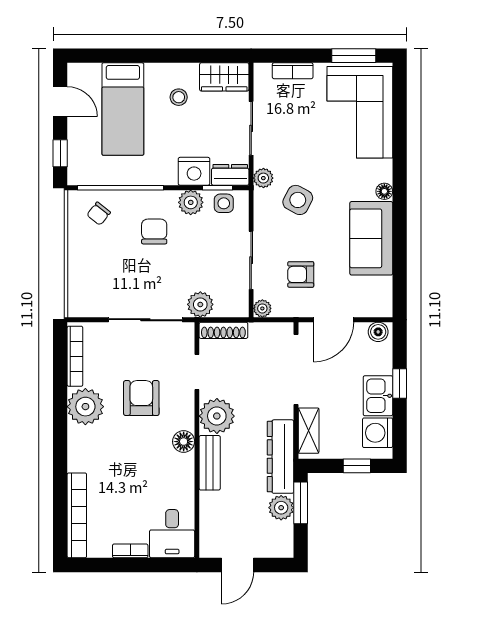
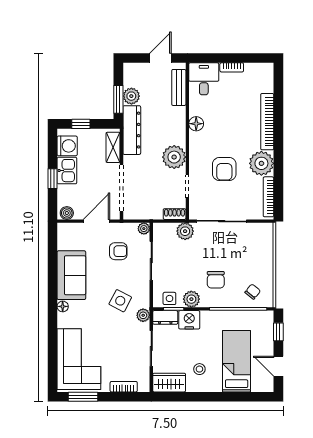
shoe rack: (223, 330) -> (175, 214), width x0.70
floor lamp: (184, 442) -> (196, 124), moved
bench: (210, 463) -> (179, 87), moved
bookcase: (77, 515) -> (267, 122), moved

